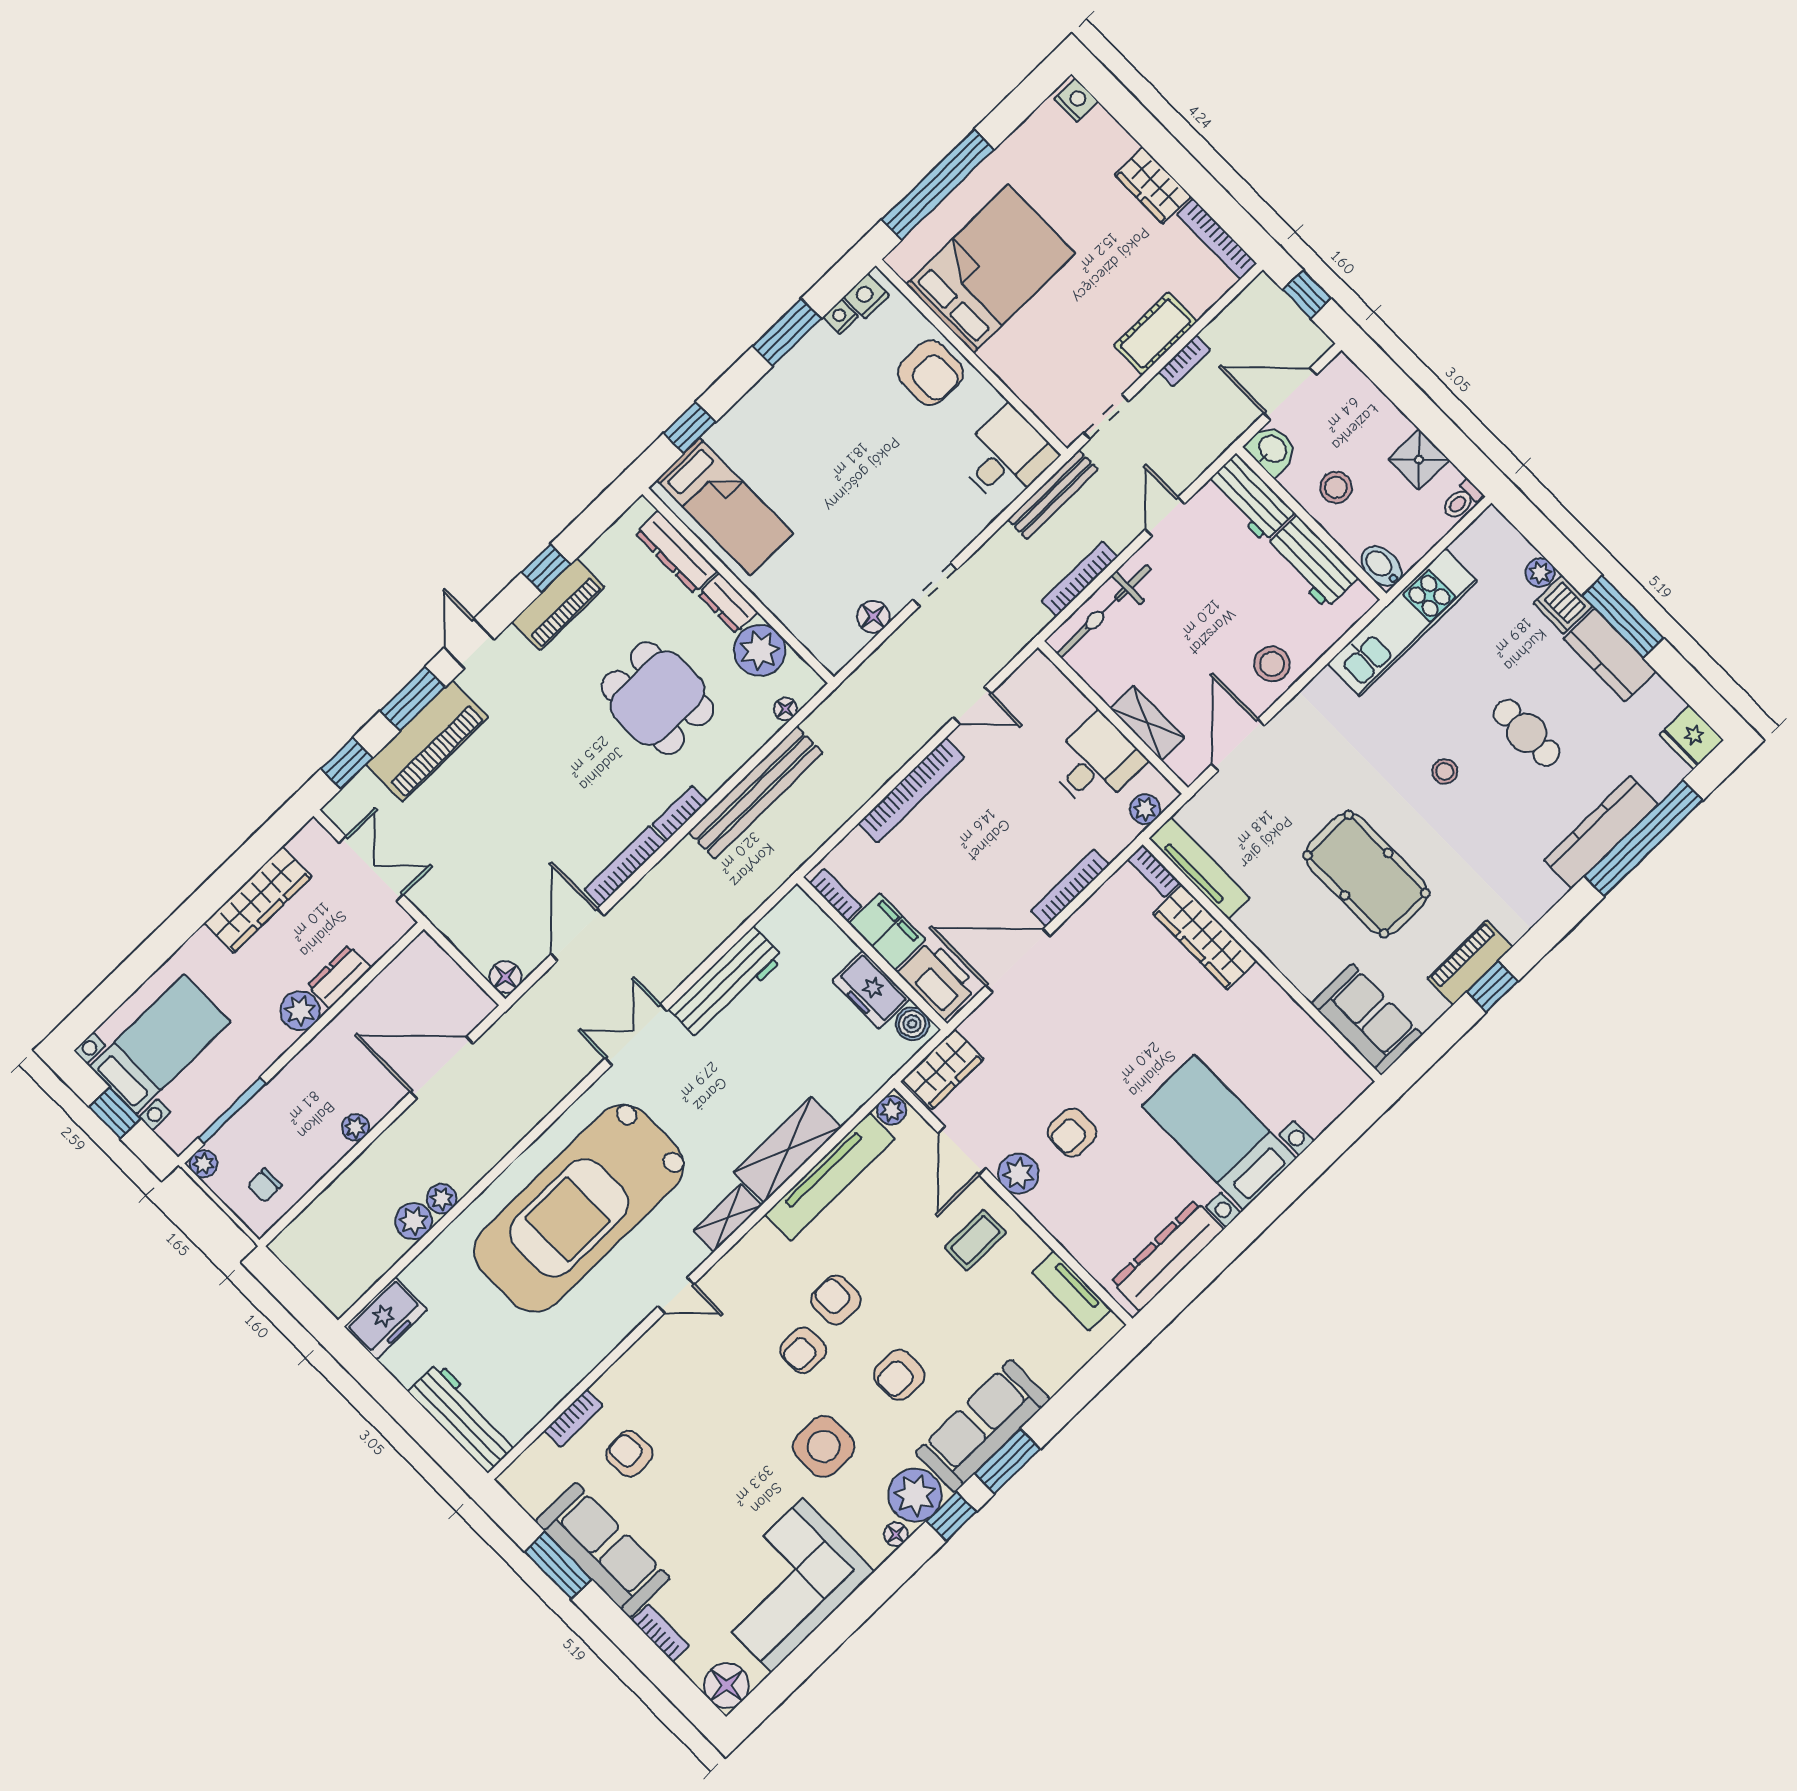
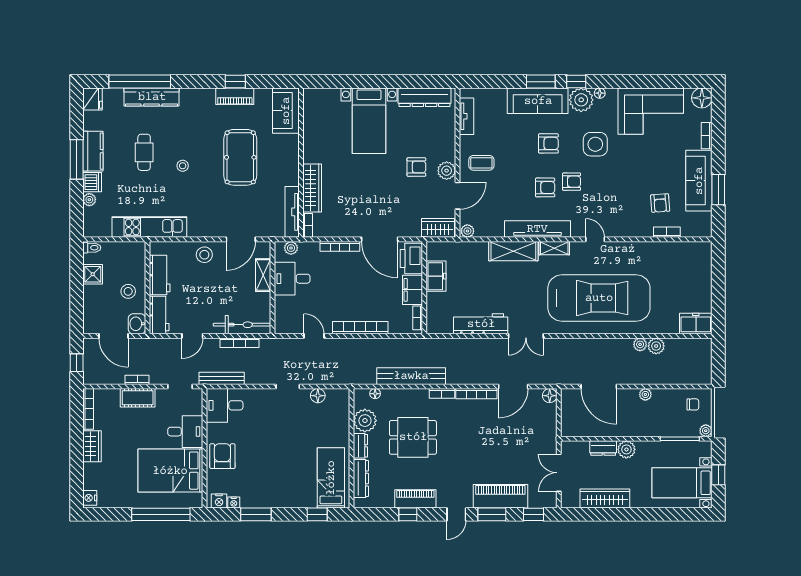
desk: (1028, 354) -> (185, 432), added
bidet: (1381, 566) -> (138, 252), removed
dining table: (657, 698) -> (413, 437), turned 90
boiler: (912, 1024) -> (434, 252), removed
tv unit: (830, 1177) -> (537, 229), moved
armchair: (836, 1300) -> (545, 187), turned -90
workbench: (463, 1418) -> (702, 267), removed

